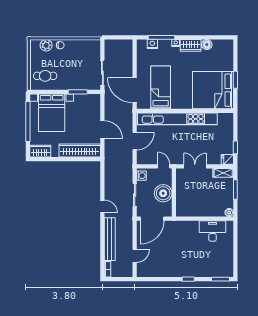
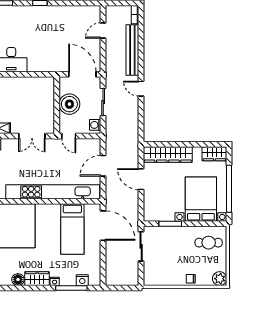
plant: (46, 45) -> (220, 279), moved
door: (152, 219) -> (82, 74), hinge flipped

